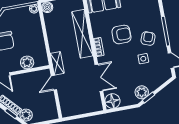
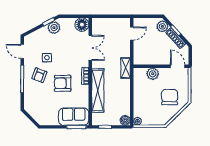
double door: (99, 78) -> (90, 48), swing flipped
door: (54, 83) -> (132, 34), moved

